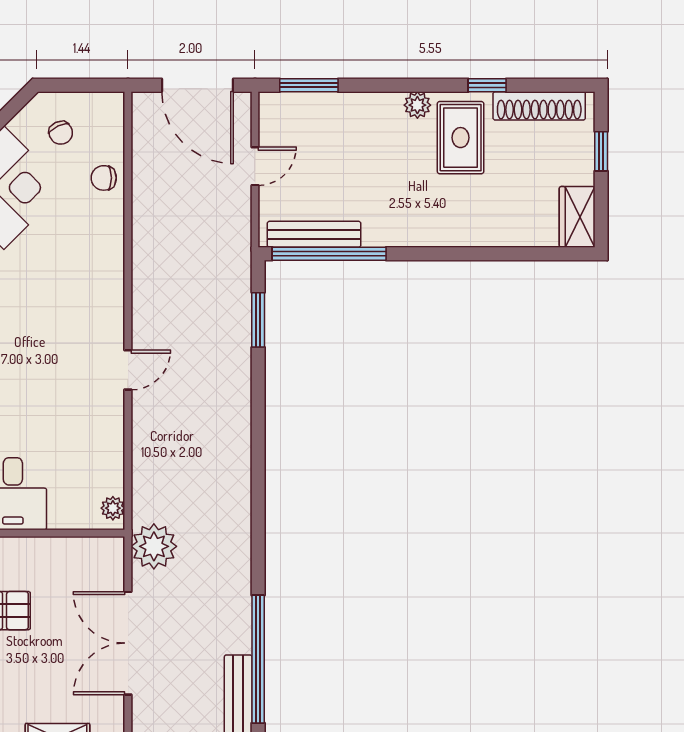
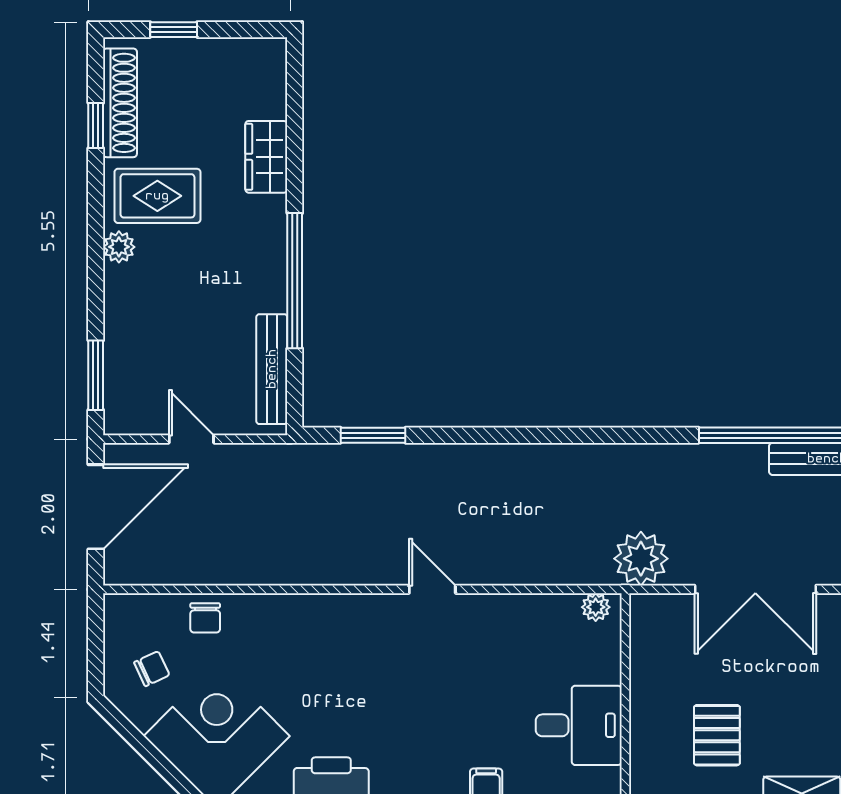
window: (487, 85) -> (96, 126), moved
wardrobe: (577, 217) -> (266, 157), moved, turned 90
window: (329, 254) -> (295, 281), moved

